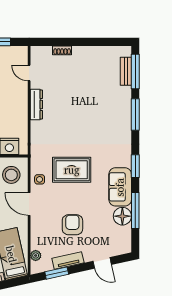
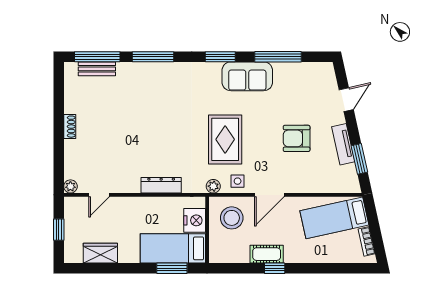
shoe rack: (62, 50) -> (70, 127), moved
plant: (36, 51) -> (70, 186), added
dresser: (36, 104) -> (161, 185), moved
floor lamp: (122, 216) -> (285, 73), removed
plant: (36, 255) -> (213, 186), moved

